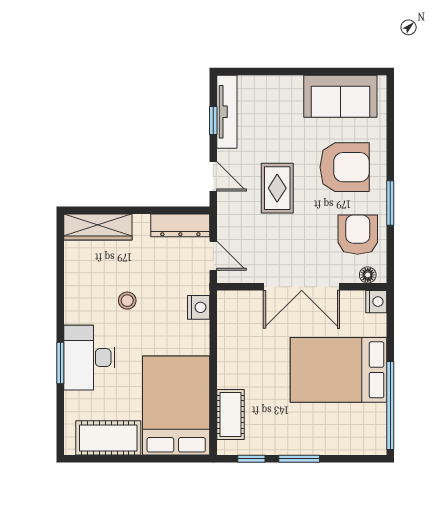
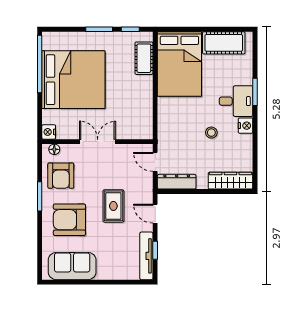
double door: (302, 287) -> (98, 142), width x0.73
nightstand: (199, 307) -> (246, 126), moved, turned 180
desk: (89, 358) -> (236, 101), width x0.73
bed: (338, 370) -> (73, 80), width x1.36

